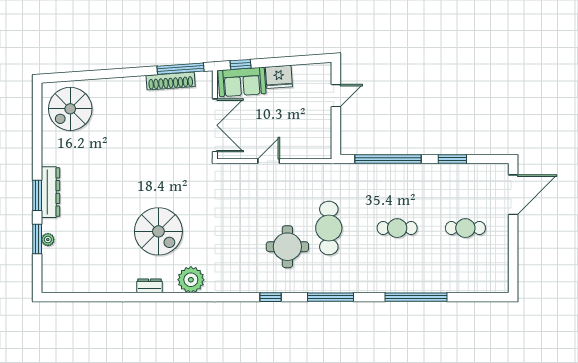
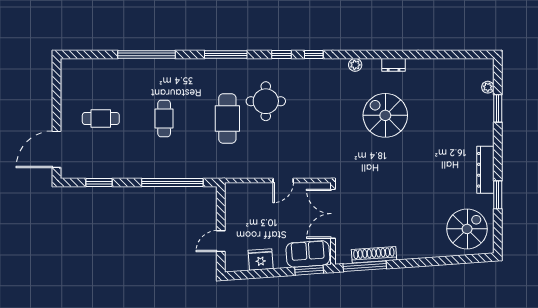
window: (241, 64) -> (309, 270), width x1.50
fridge: (279, 77) -> (261, 260), moved
window: (452, 159) -> (99, 183), moved
dresser: (50, 192) -> (485, 170), moved
window: (37, 195) -> (498, 195), moved
cafe table: (397, 228) -> (164, 119), turned 90
plant: (48, 240) -> (488, 87), moved
plant: (191, 280) -> (355, 65), width x0.53, depth x0.53
window: (236, 297) -> (314, 54), added

